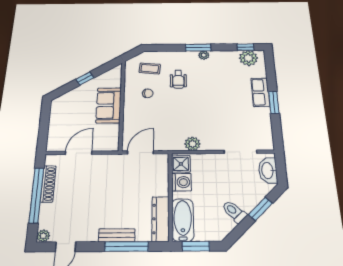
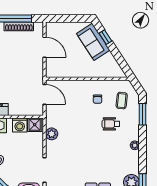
window: (198, 48) -> (143, 114), moved
window: (85, 78) -> (105, 37), moved
sofa: (109, 105) -> (93, 42), moved, turned -123

